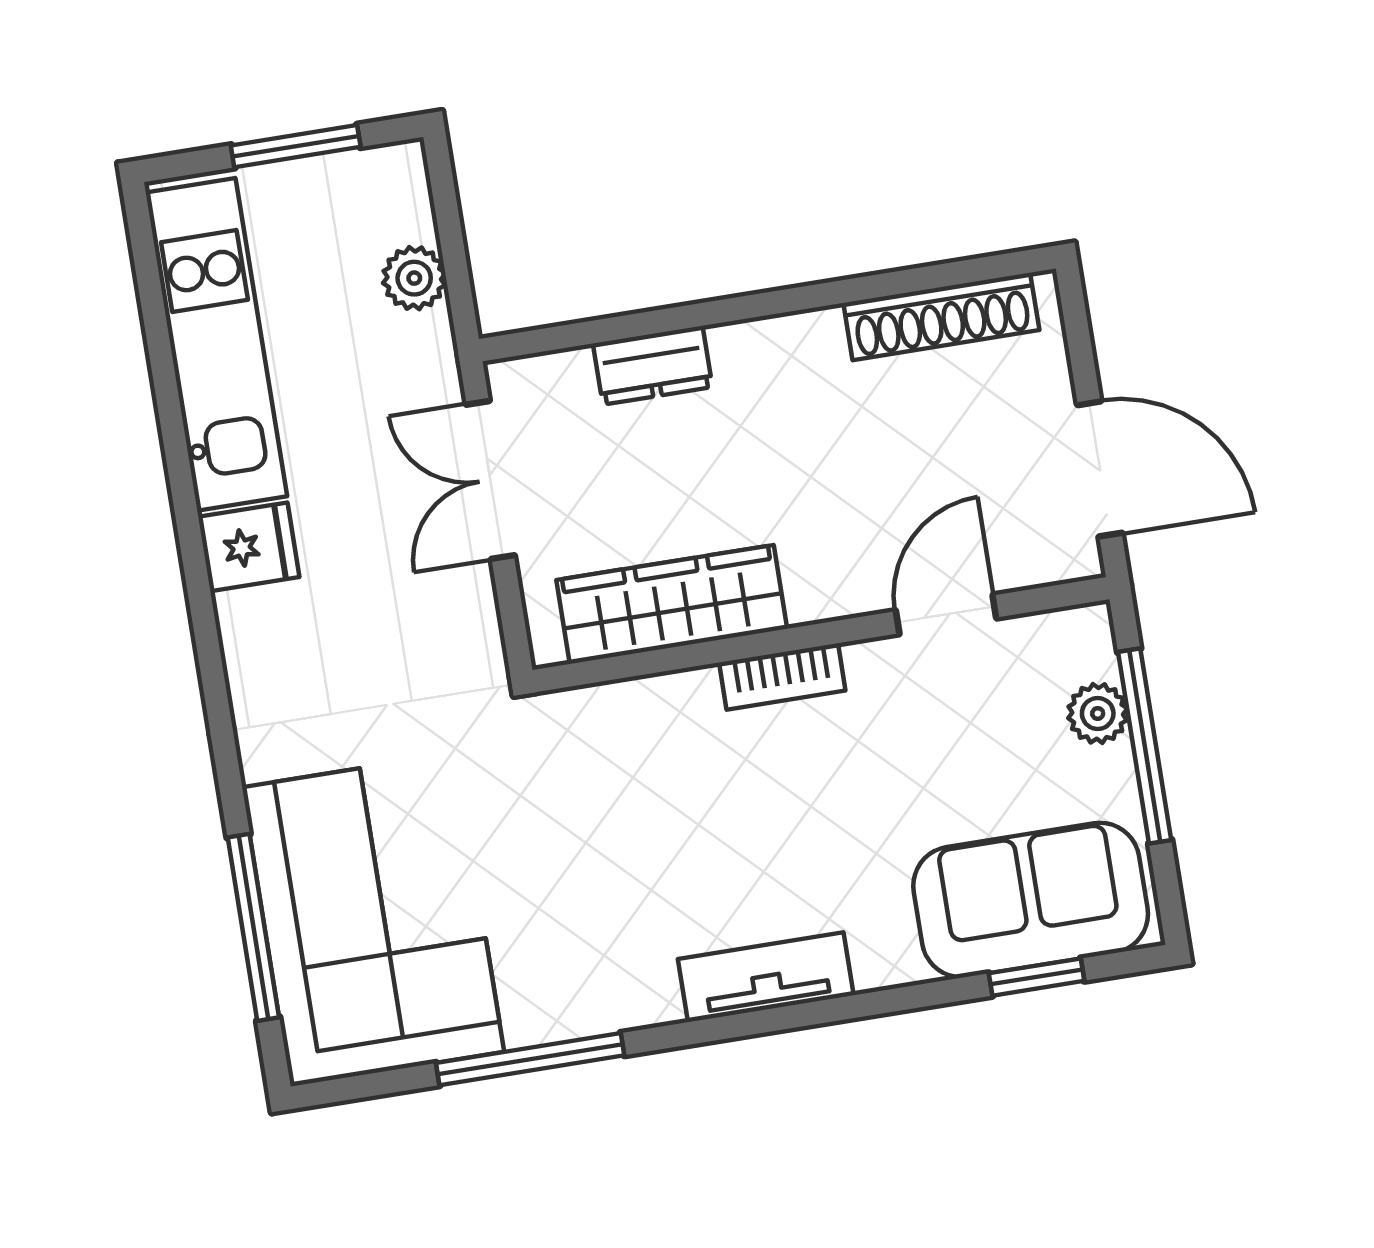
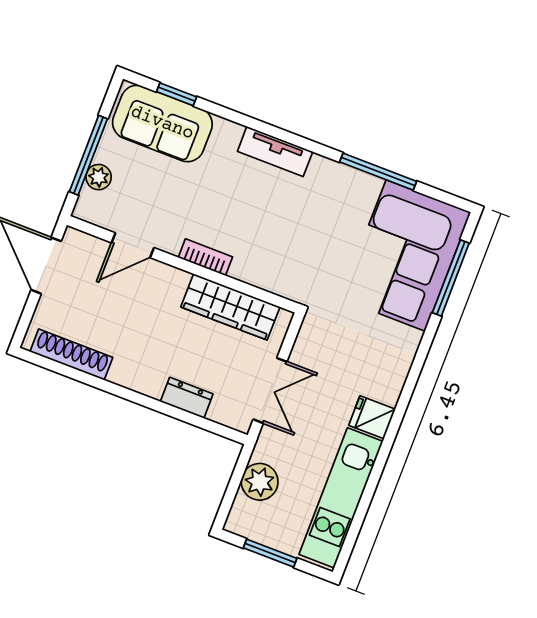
plant: (414, 278) -> (260, 482), width x1.38, depth x1.38

